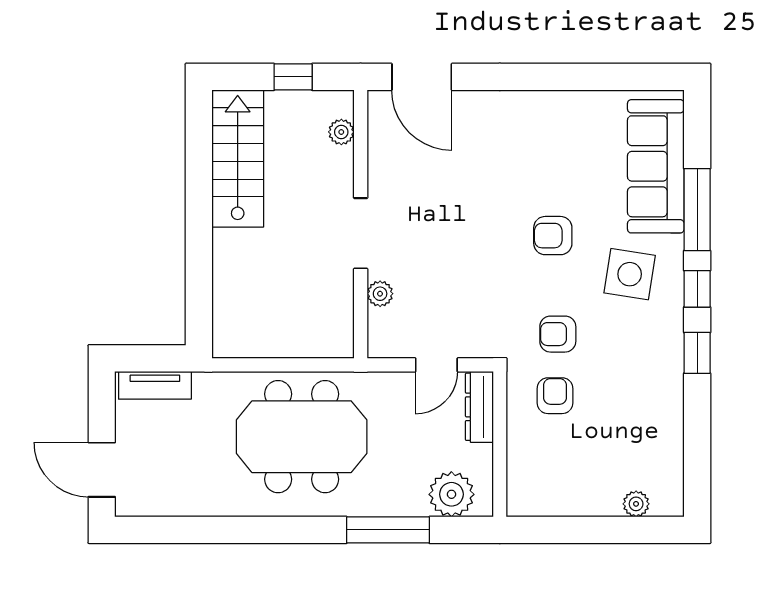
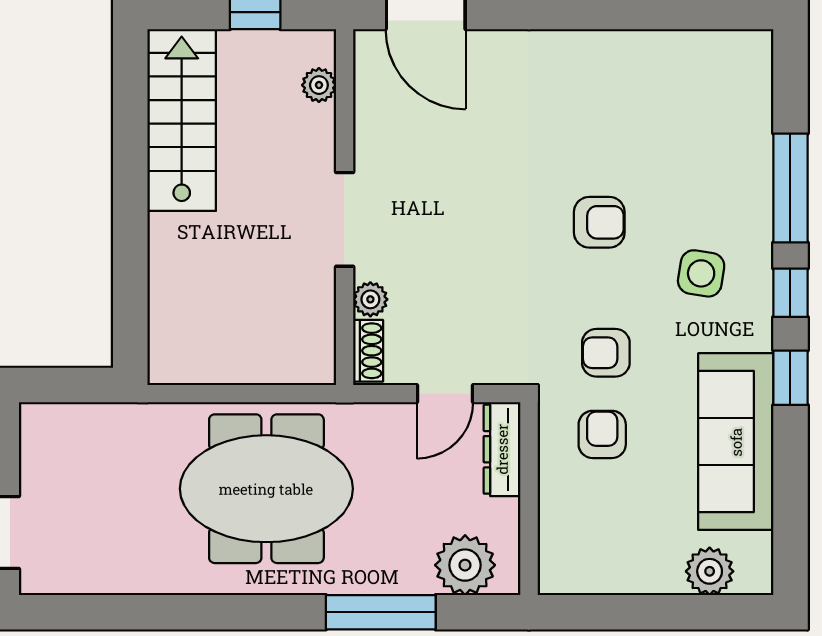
sofa: (656, 166) -> (736, 442), moved
armchair: (553, 236) -> (599, 222), turned 180
side table: (630, 274) -> (701, 273), width x0.73, depth x0.73
shoe rack: (378, 332) -> (368, 351), added
tv unit: (155, 385) -> (72, 421), removed
plant: (636, 504) -> (710, 571), width x1.38, depth x1.38

